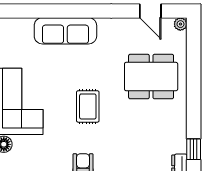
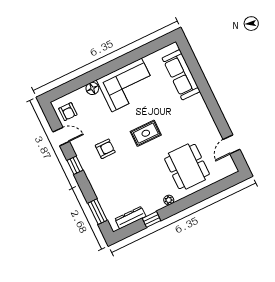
plant: (180, 24) -> (169, 200), moved
sofa: (65, 31) -> (181, 75), moved

